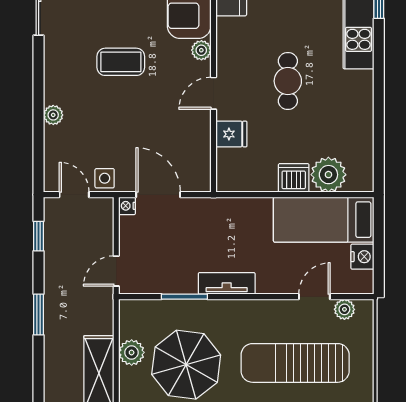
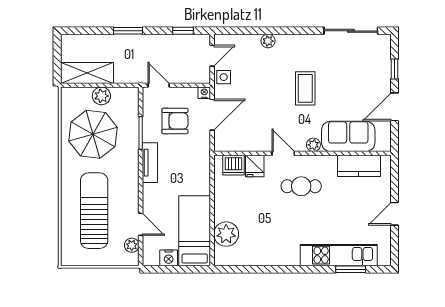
cafe table: (288, 81) -> (301, 186), moved
dishwasher: (294, 178) -> (233, 165), moved, turned 90
armchair: (167, 248) -> (175, 121), added

